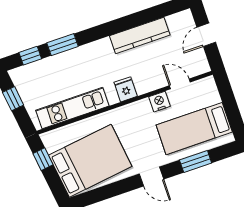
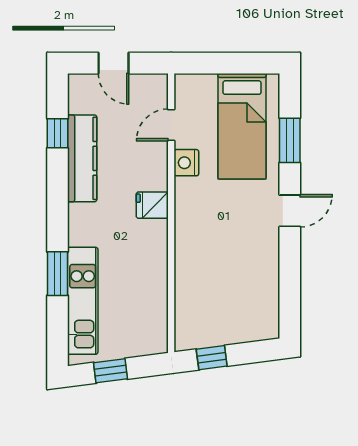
window: (30, 56) -> (57, 133), moved
kitchen unit: (72, 108) -> (83, 301), moved, turned 180
bed: (90, 161) -> (237, 291), removed

